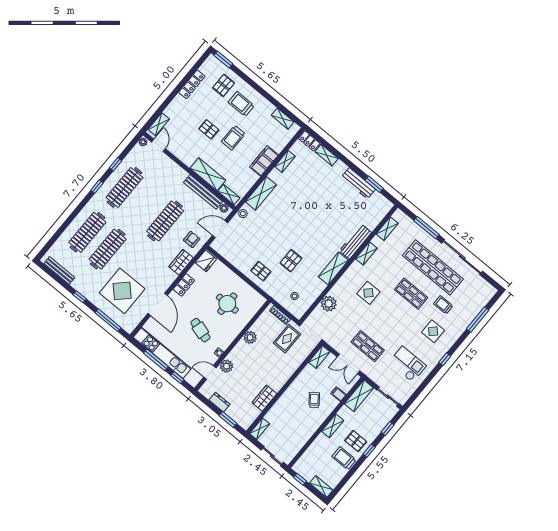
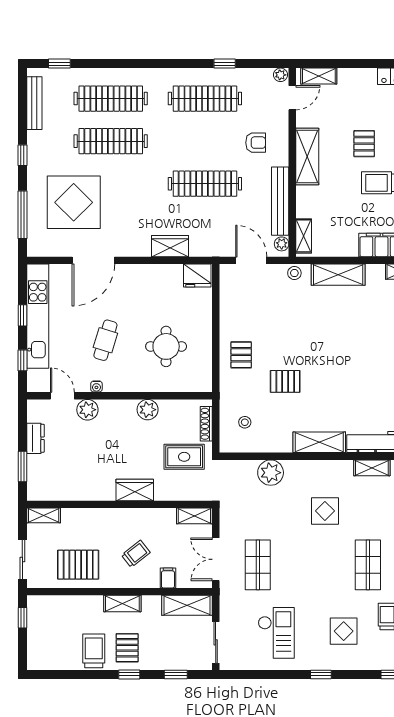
shelving: (208, 174) -> (307, 156), moved
window: (97, 187) -> (59, 64), moved
armchair: (192, 239) -> (256, 143), moved
locker: (184, 285) -> (145, 273), removed
window: (156, 360) -> (22, 315), width x0.46
wardrobe: (264, 398) -> (135, 490), moved
pallet: (297, 432) -> (78, 565), added
shelving: (321, 487) -> (35, 652), removed

